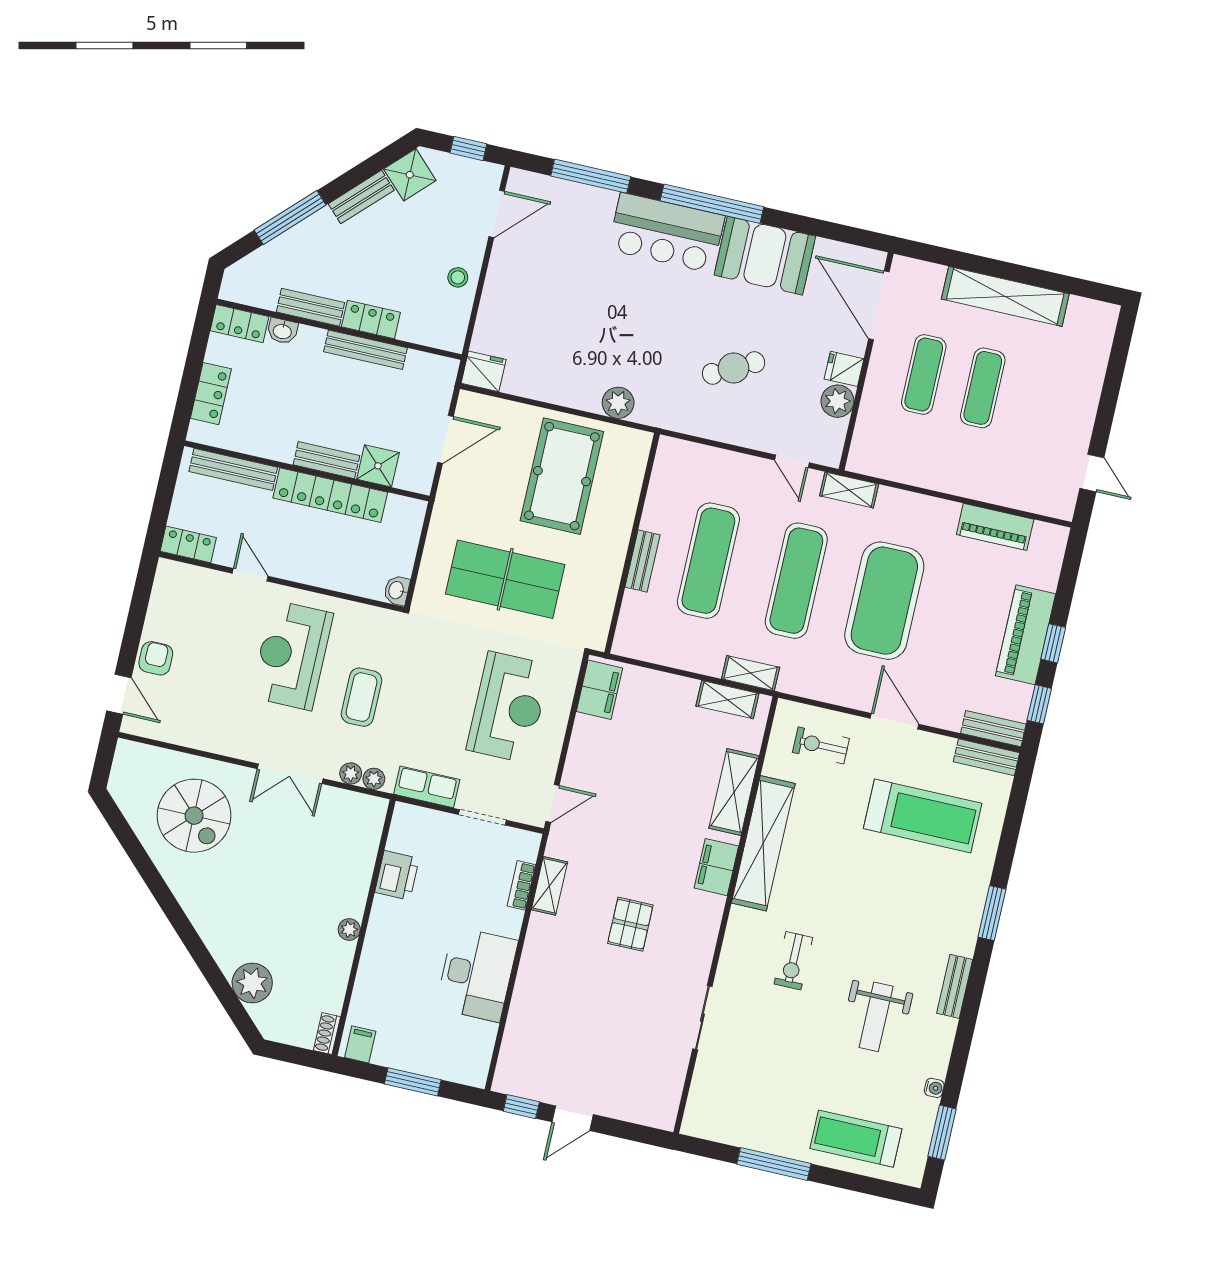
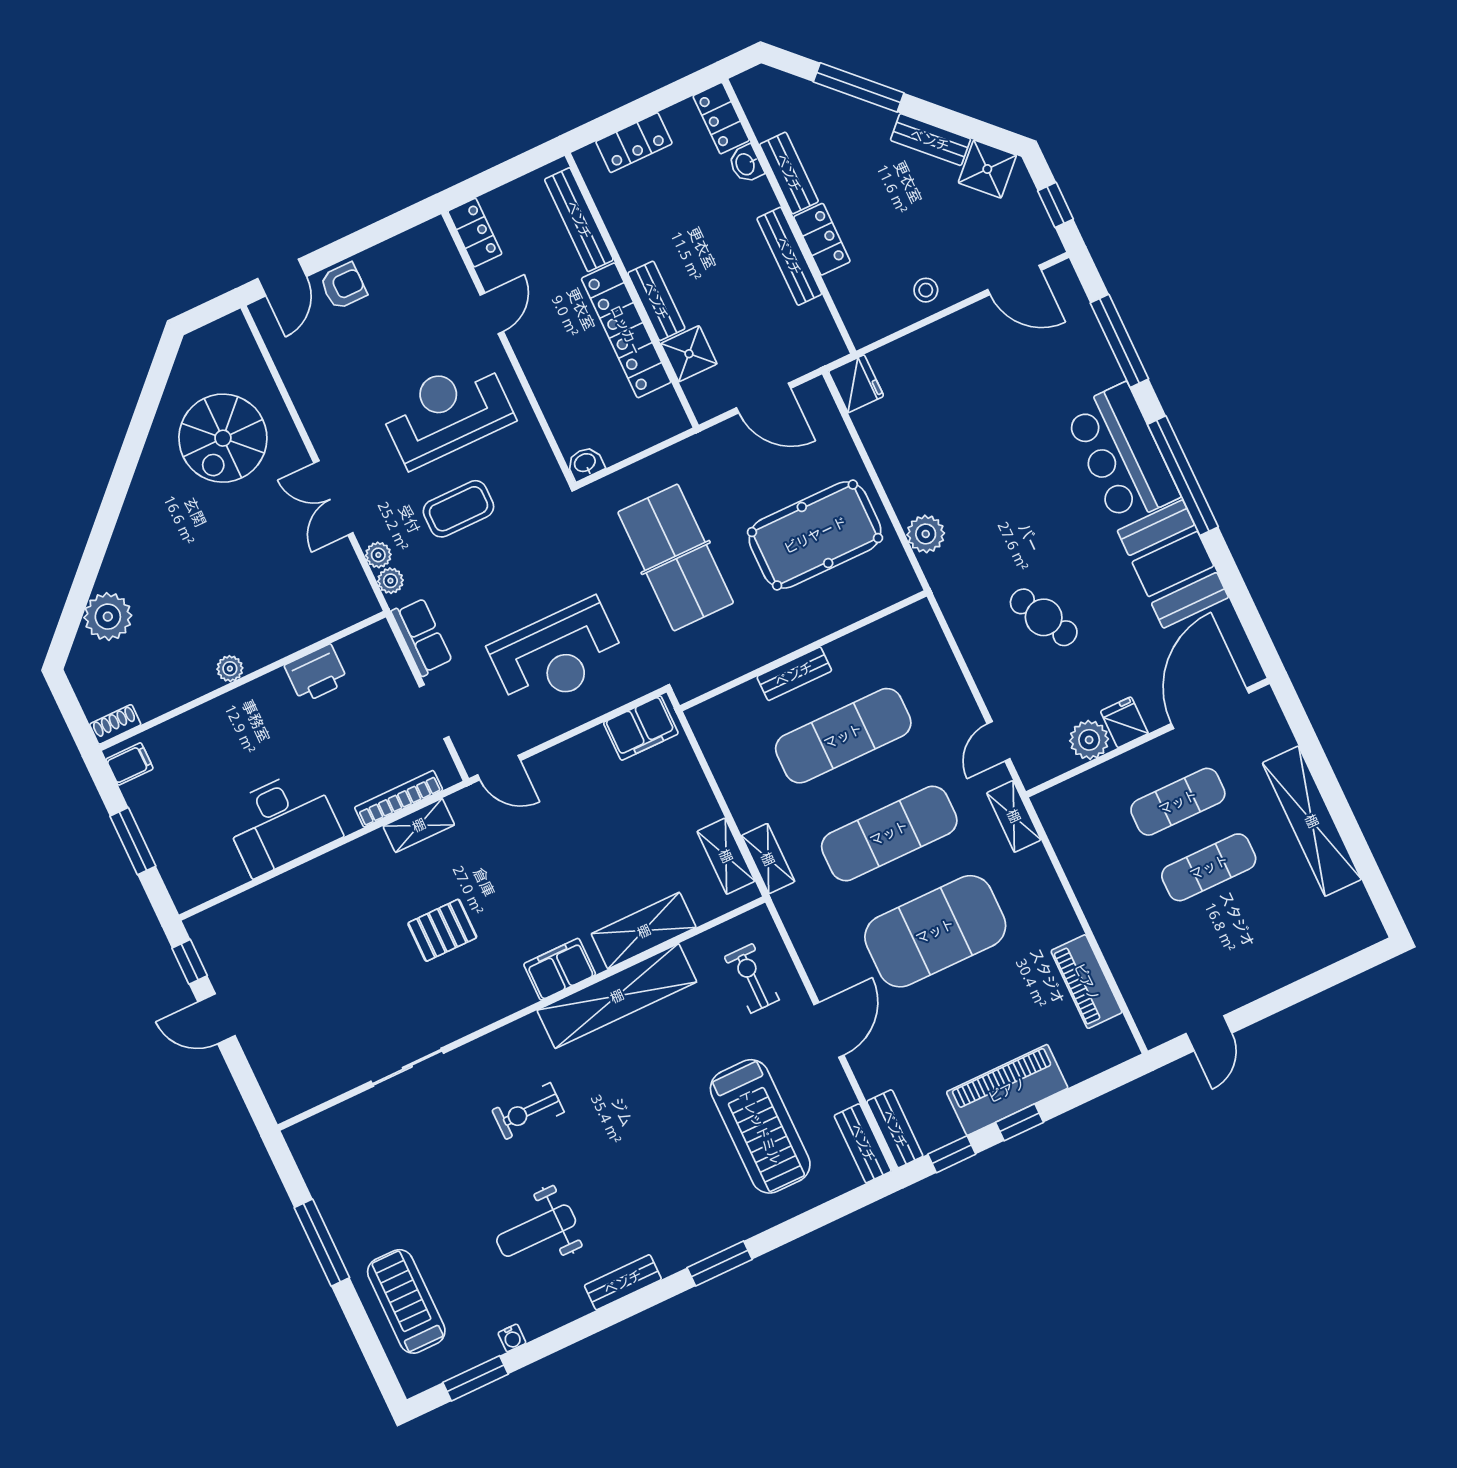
bookcase: (521, 885) -> (399, 799), width x1.56

